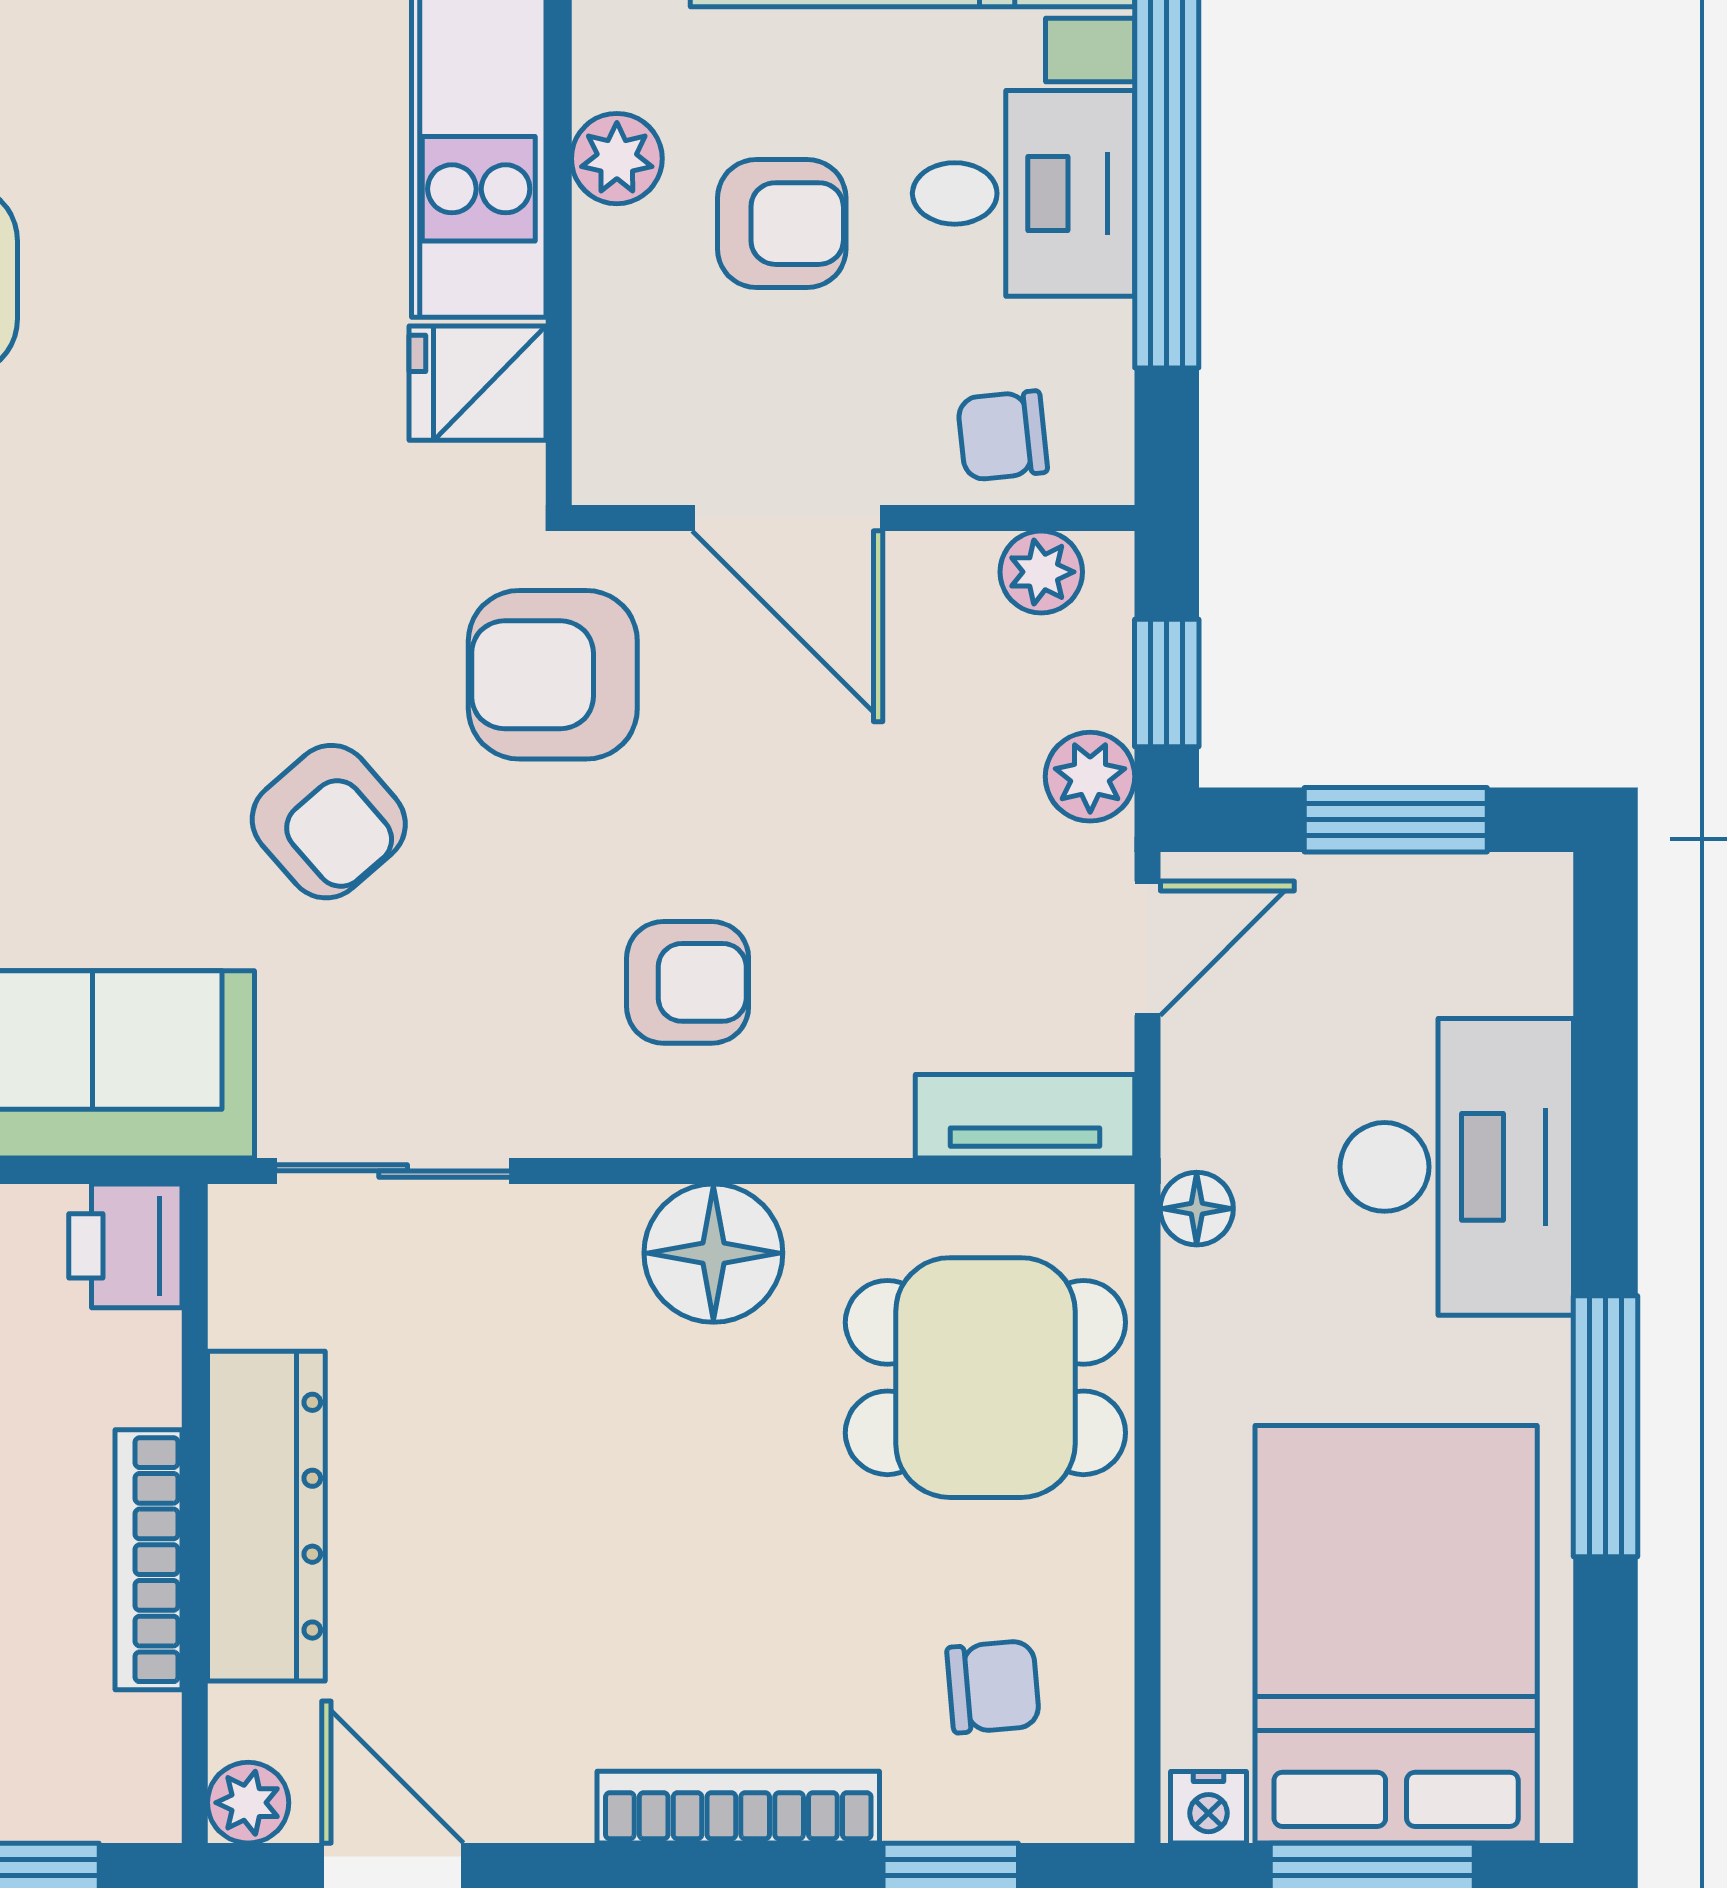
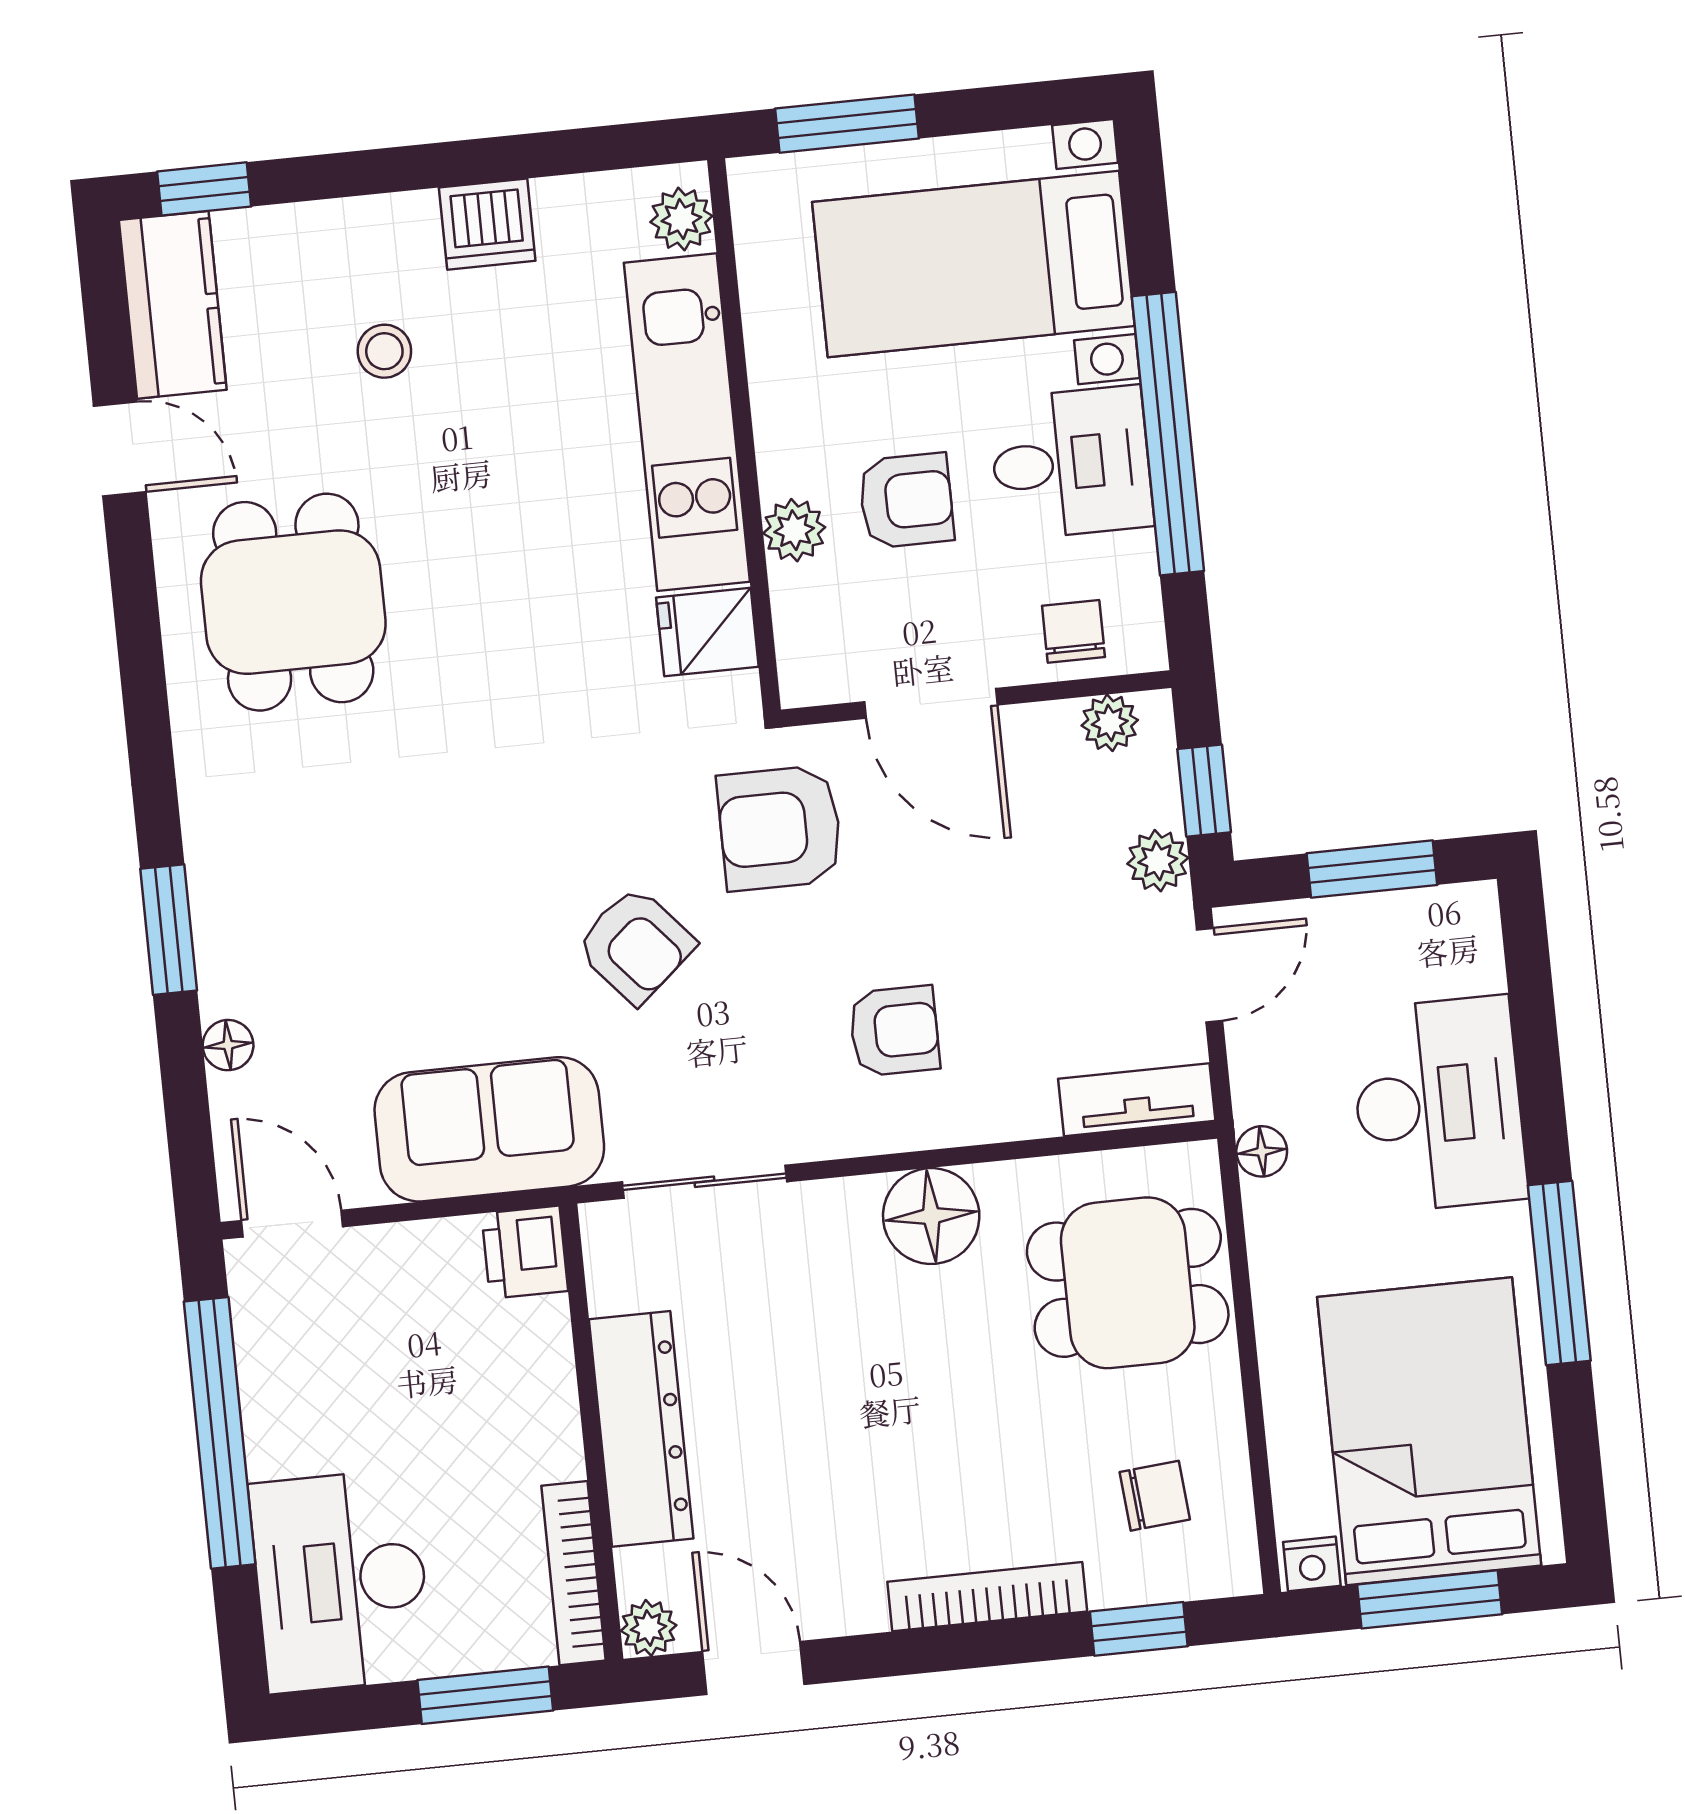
plant: (617, 159) -> (794, 530), moved
chair: (1003, 436) -> (1073, 631), turned 96
bookcase: (149, 1560) -> (574, 1573), moved

